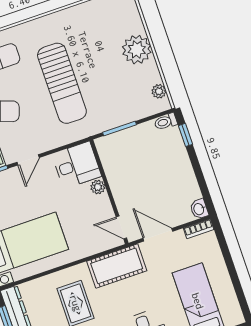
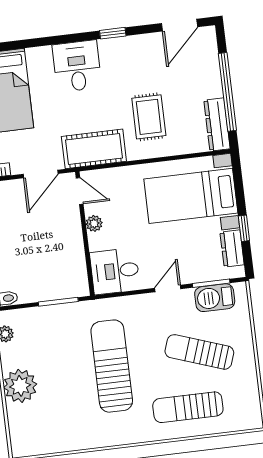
plant: (98, 187) -> (94, 223), moved
door: (158, 235) -> (41, 174), hinge flipped

